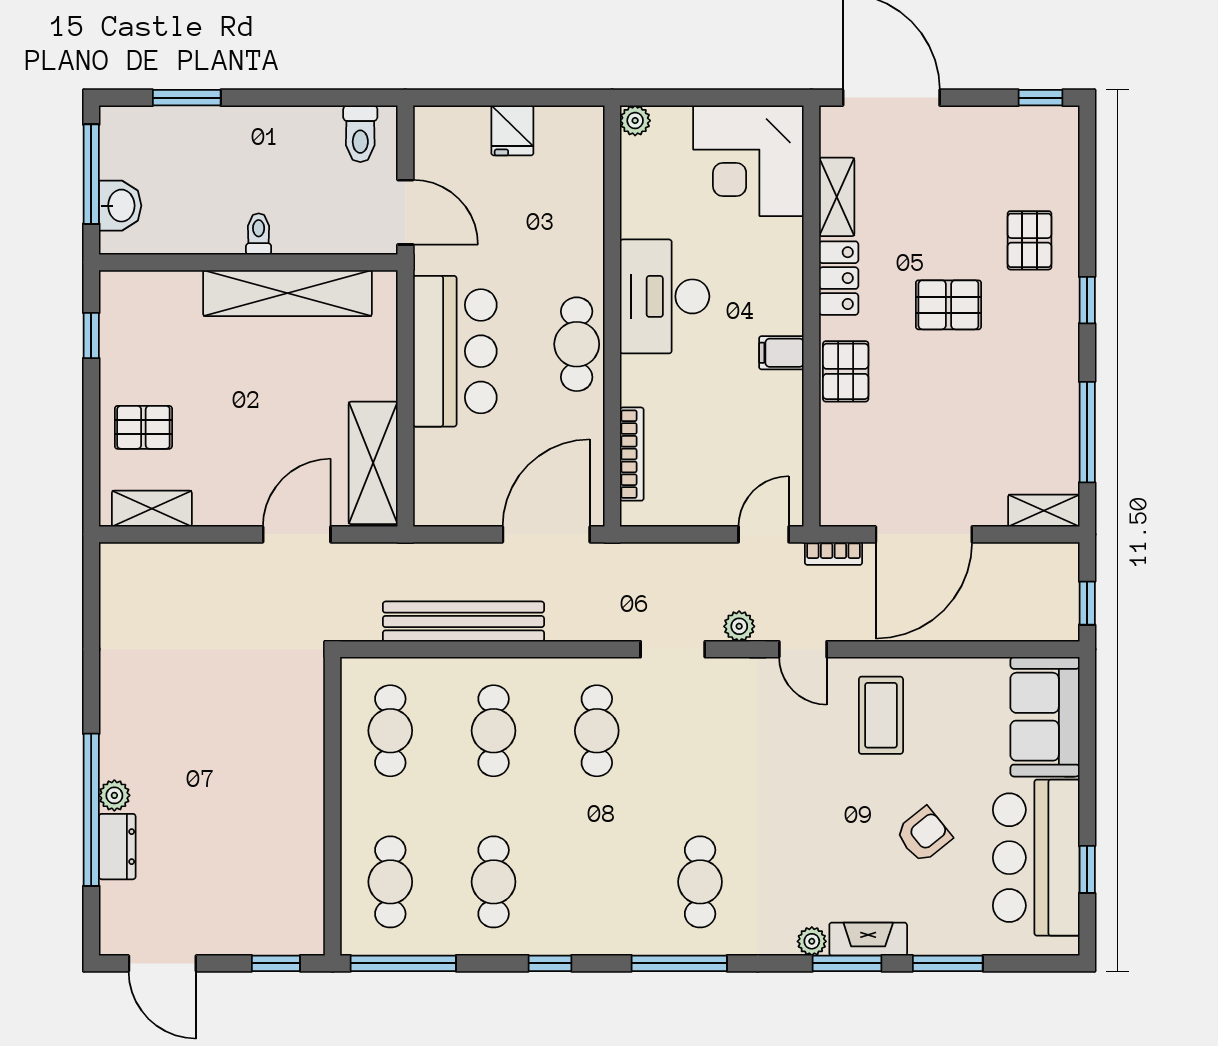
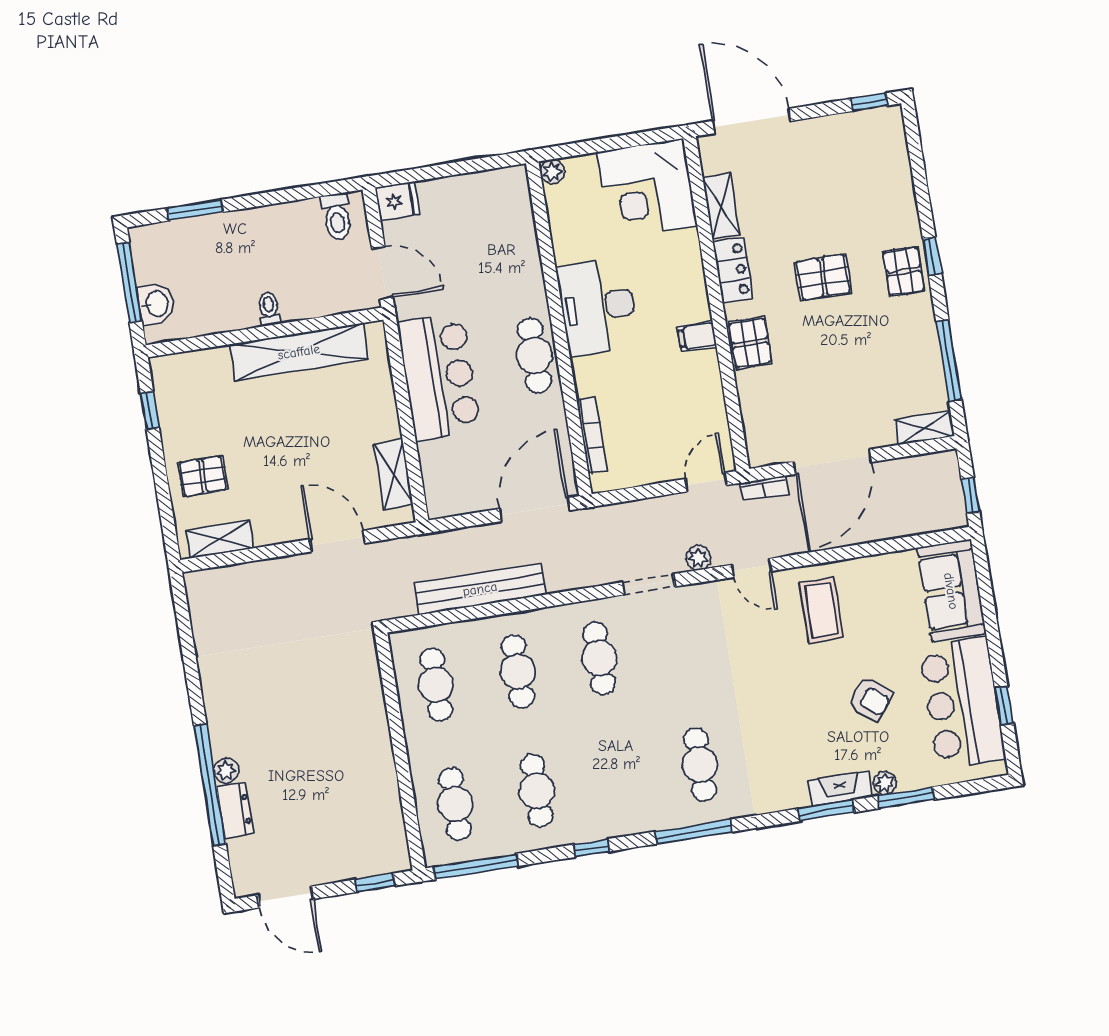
fridge: (512, 130) -> (397, 201), moved, turned -90
pallet: (1030, 240) -> (904, 271), moved
shelving: (373, 463) -> (393, 474), width x0.67, depth x0.75
door: (297, 534) -> (337, 541), hinge flipped
armchair: (924, 835) -> (870, 699), turned 77
plant: (812, 941) -> (885, 783), moved

